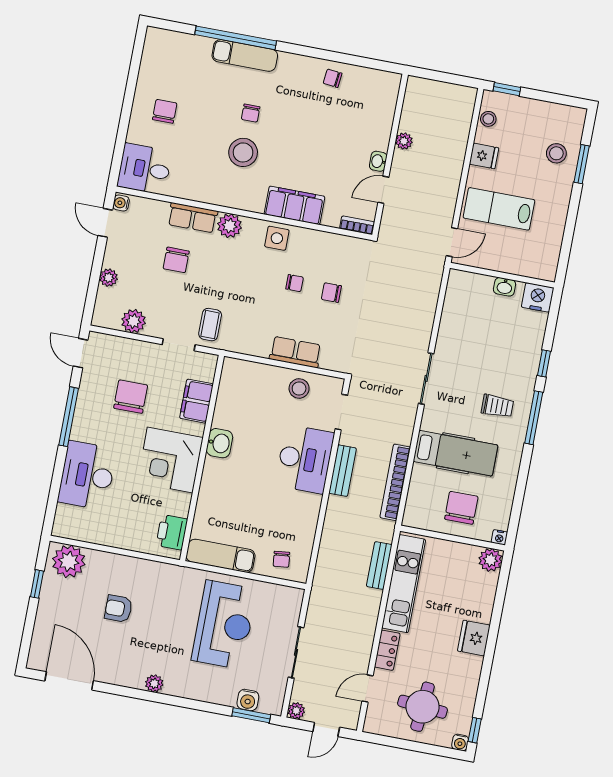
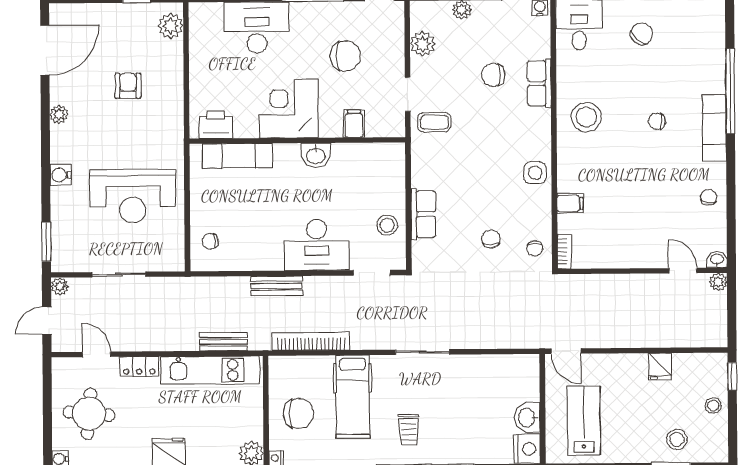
exam couch: (245, 55) -> (714, 128), moved
chair: (165, 111) -> (642, 34), turned -50
stool: (488, 119) -> (713, 406), moved
plant: (404, 141) -> (718, 282), moved
stool: (243, 152) -> (586, 117), moved
washbasin: (378, 161) -> (717, 260), moved
door: (383, 190) -> (683, 271), moved
filing cabinet: (294, 205) -> (570, 203), width x0.33, depth x0.86
lab bench: (499, 209) -> (584, 421), moved
plant: (230, 226) -> (538, 122), removed
chair: (295, 283) -> (535, 248), moved
washbasin: (505, 287) -> (527, 417), width x1.38, depth x1.45
filing cabinet: (196, 401) -> (354, 124), width x0.50
bench: (343, 471) -> (277, 286), moved
exam couch: (221, 556) -> (238, 156), moved, turned 90
plant: (69, 561) -> (171, 26), width x0.73, depth x0.73
plant: (154, 683) -> (59, 114), moved
water cooler: (248, 700) -> (61, 175), moved
door: (326, 729) -> (47, 321), hinge flipped

